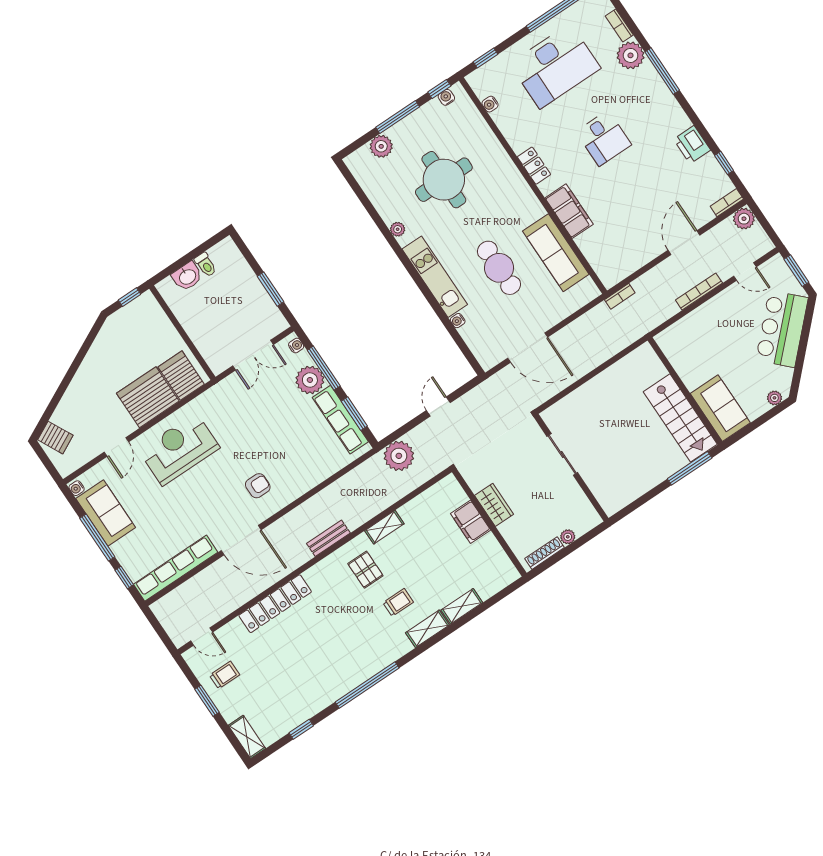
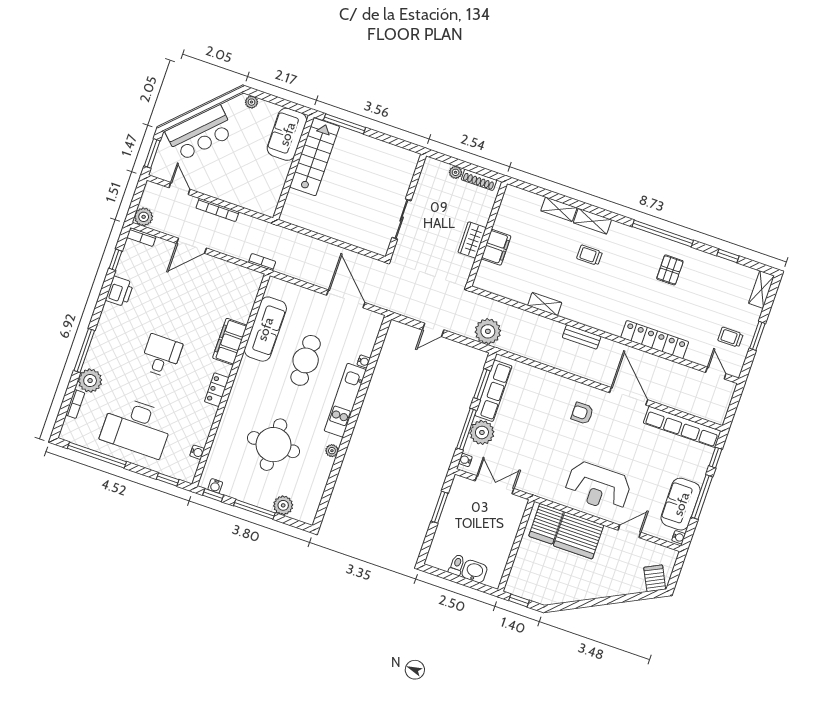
desk: (555, 66) -> (137, 427), turned 180
pallet: (365, 570) -> (670, 270), moved

